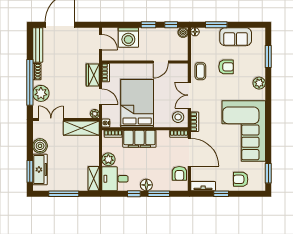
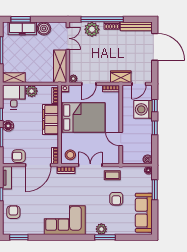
window: (171, 25) -> (155, 106), moved
sofa: (236, 37) -> (144, 213), width x1.36
window: (268, 56) -> (105, 237), moved
wardrobe: (93, 75) -> (121, 77), moved
corner sofa: (244, 131) -> (65, 220), width x0.73, depth x0.74

